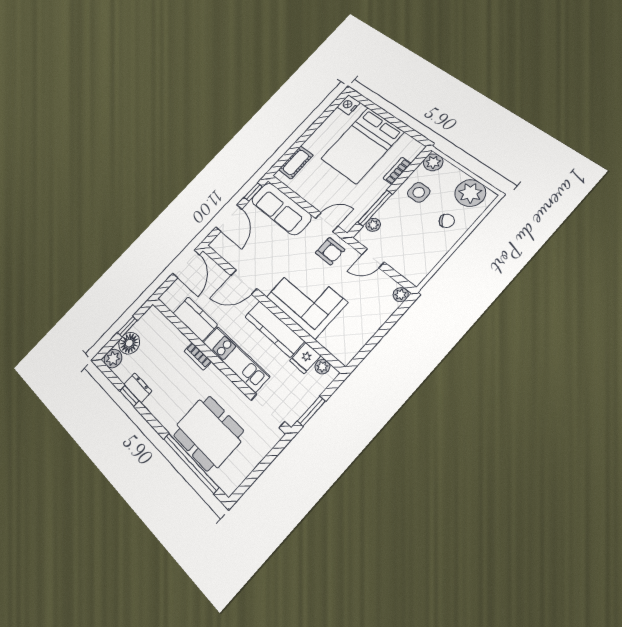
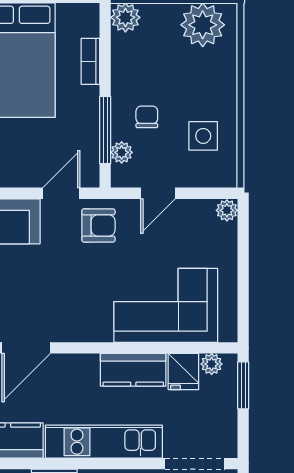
side table: (419, 192) -> (203, 136), moved
chair: (447, 221) -> (147, 117), moved, turned -56
corner sofa: (307, 300) -> (166, 305), moved
kitchen counter: (275, 329) -> (133, 370), width x0.67
window: (311, 411) -> (243, 385), moved

